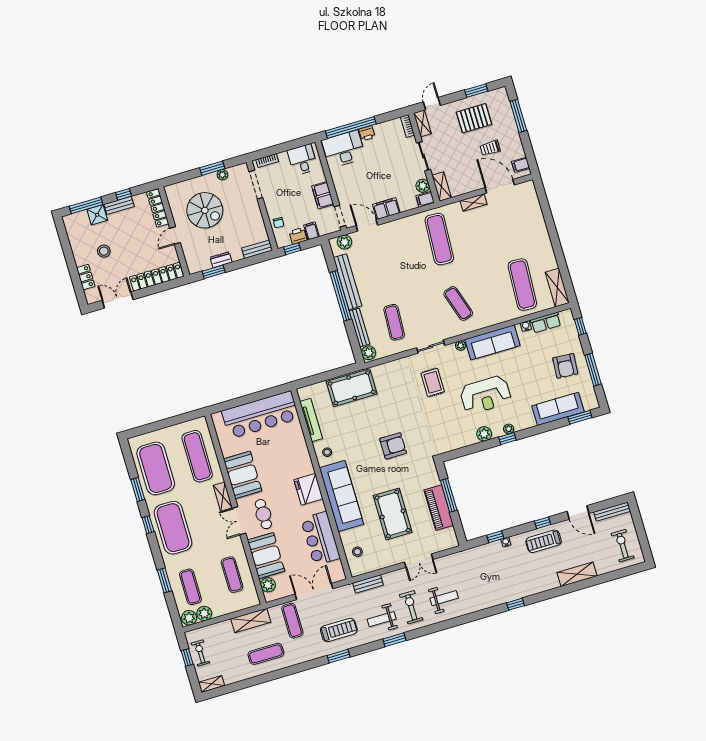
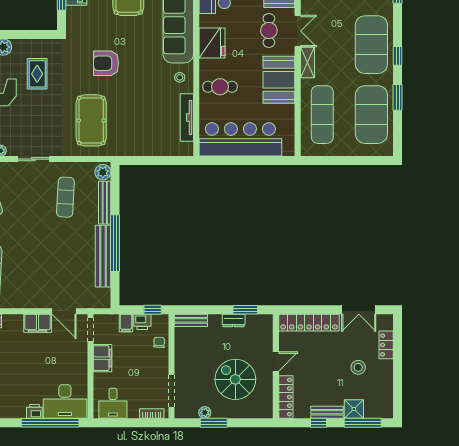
plant: (344, 242) -> (94, 300), removed
rug: (433, 382) -> (37, 74), moved
pool table: (352, 388) -> (91, 120), moved, turned 90
cafe table: (291, 454) -> (220, 87), added

